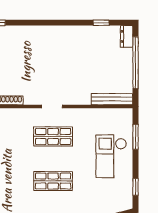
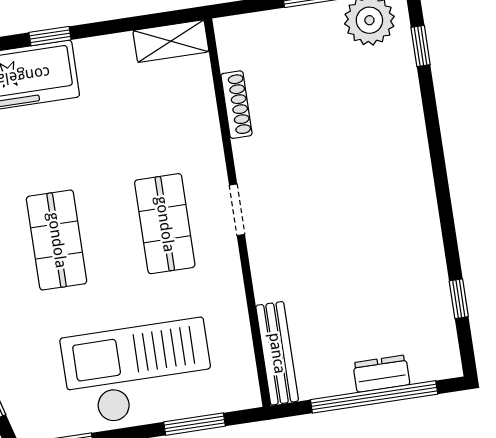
dresser: (127, 36) -> (381, 374), moved
checkout: (111, 156) -> (138, 372), width x1.36, depth x1.21

